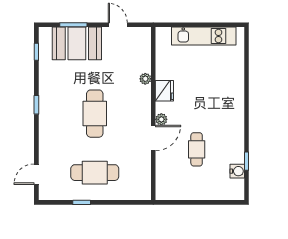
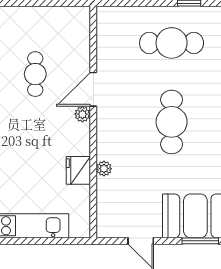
fridge: (164, 91) -> (78, 170), moved

